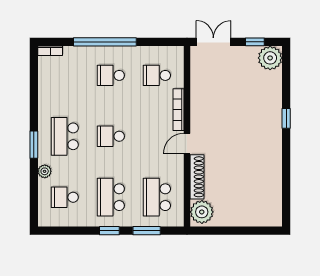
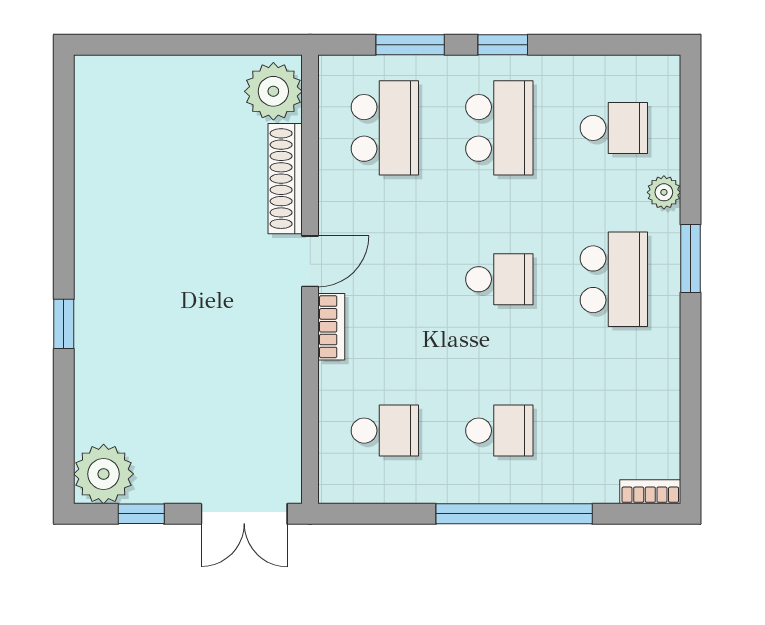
bookcase: (178, 110) -> (331, 327), width x0.64

